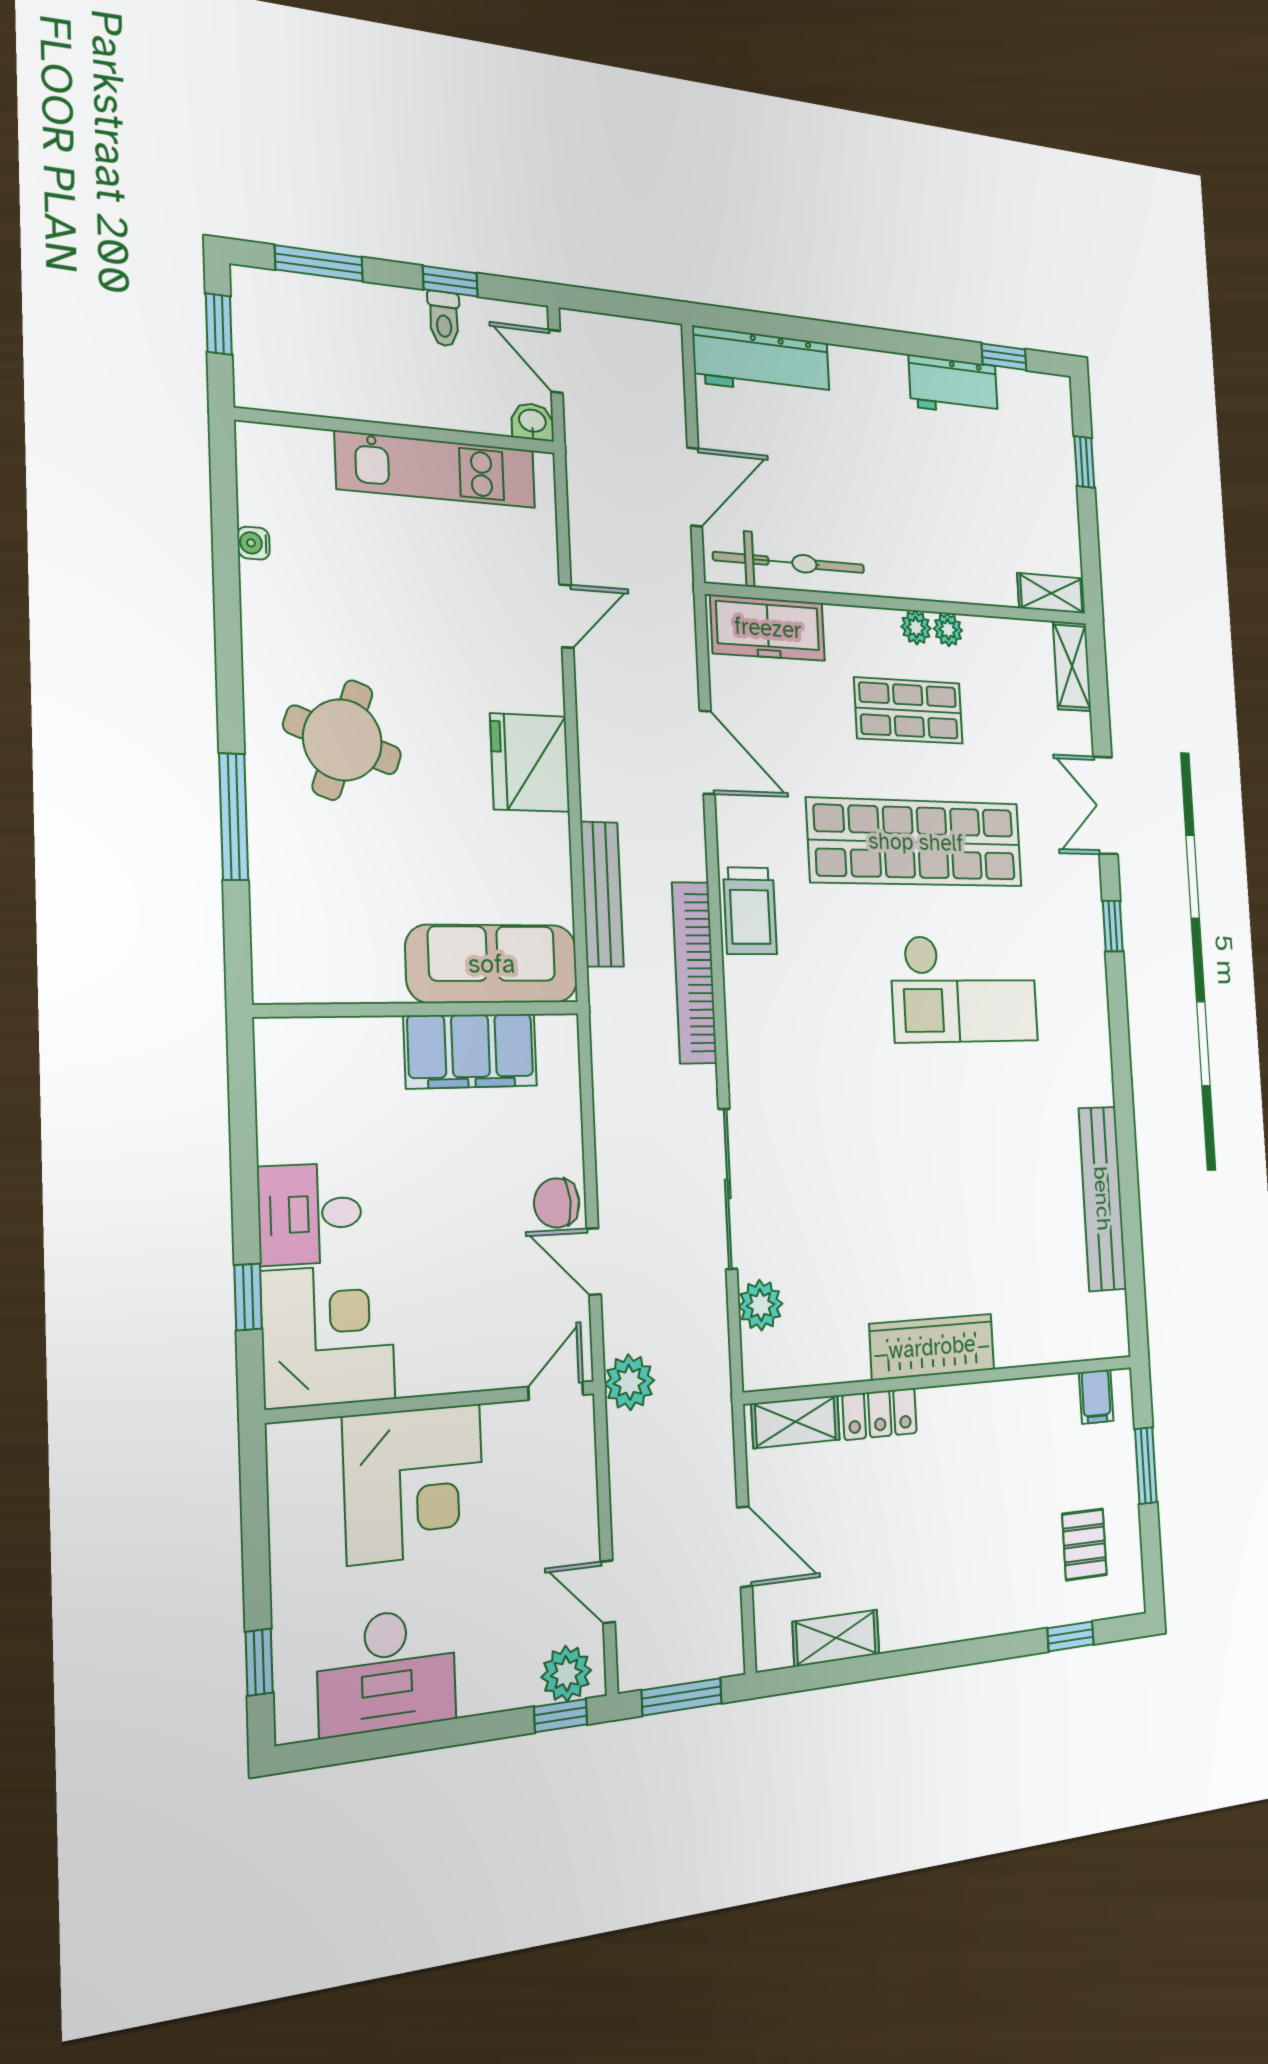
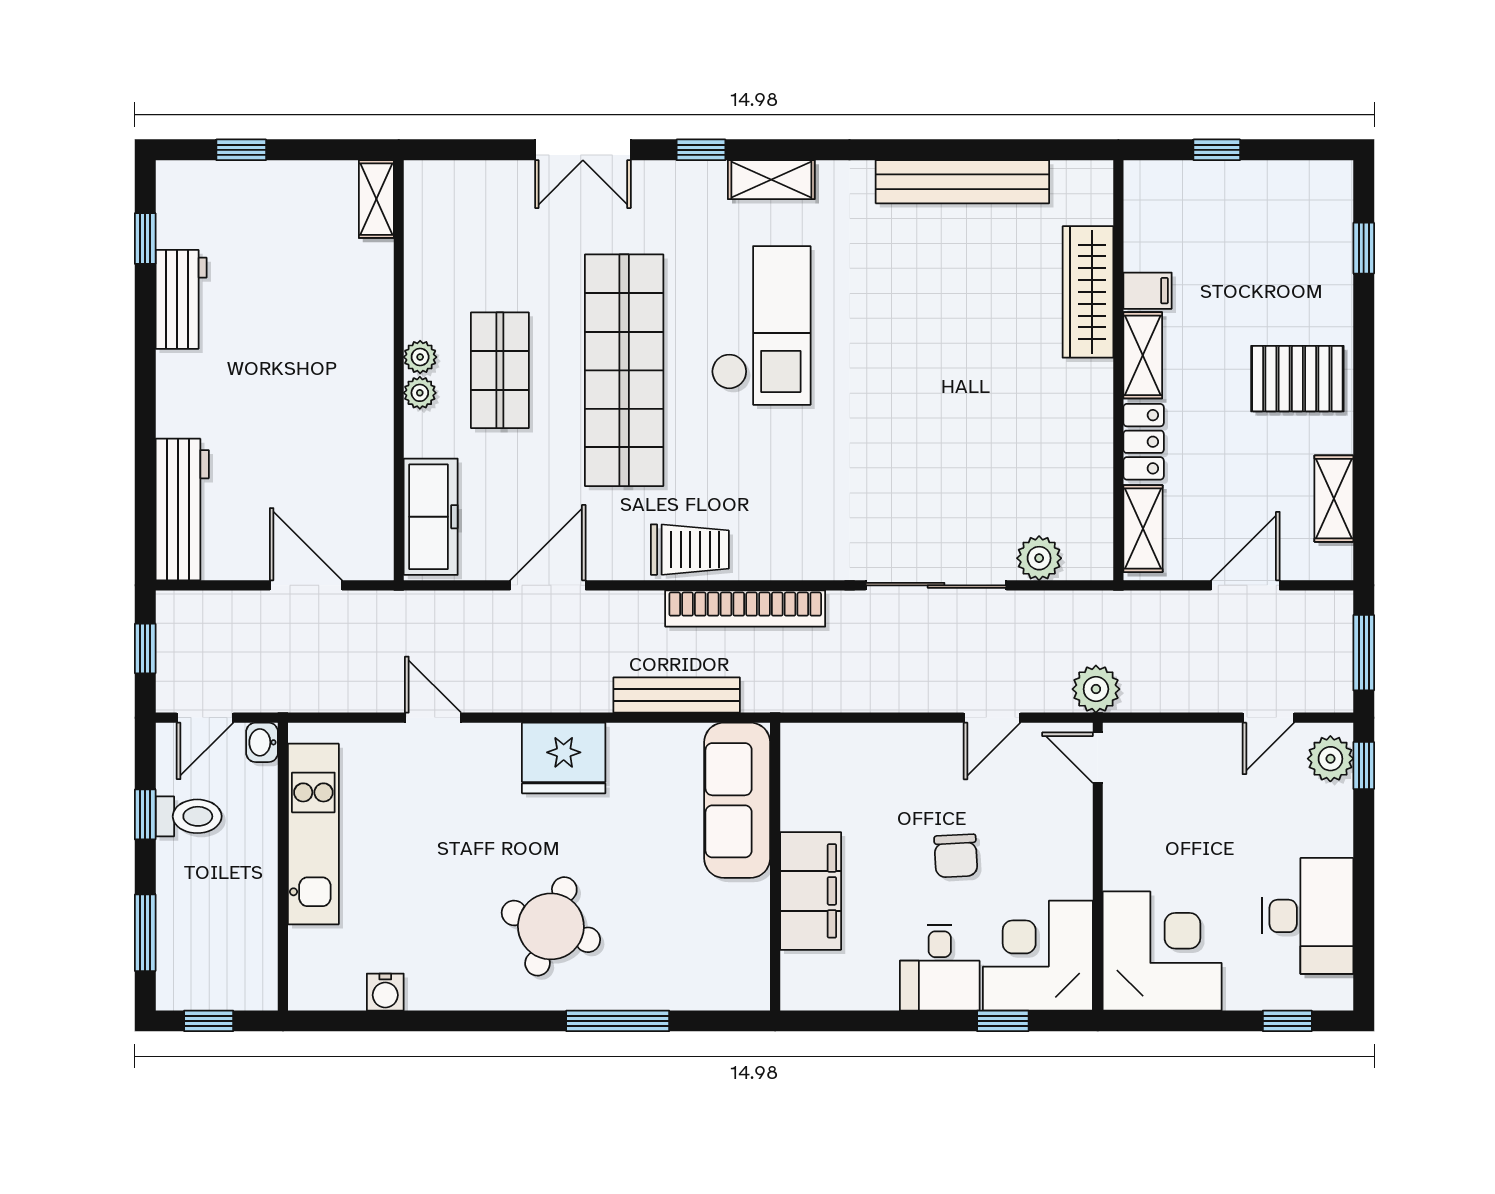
window: (624, 305) -> (145, 648), added
toilet: (444, 319) -> (189, 816), width x1.37, depth x1.39
water cooler: (254, 543) -> (385, 992), width x1.38, depth x1.38
bicycle: (789, 562) -> (368, 491), removed
plant: (948, 630) -> (420, 393), moved
shelving: (1072, 666) -> (771, 180), moved
filing cabinet: (471, 1051) -> (811, 891), moved
chair: (557, 1203) -> (956, 856), moved
wardrobe: (932, 1347) -> (1088, 292), moved
filing cabinet: (1096, 1397) -> (1148, 291), moved
shelving: (960, 1405) -> (1143, 355), added
window: (1146, 1466) -> (1217, 150), width x0.67
corner desk: (414, 1484) -> (1162, 951), moved
pallet: (1084, 1544) -> (1297, 379), moved, width x1.50, depth x1.42

